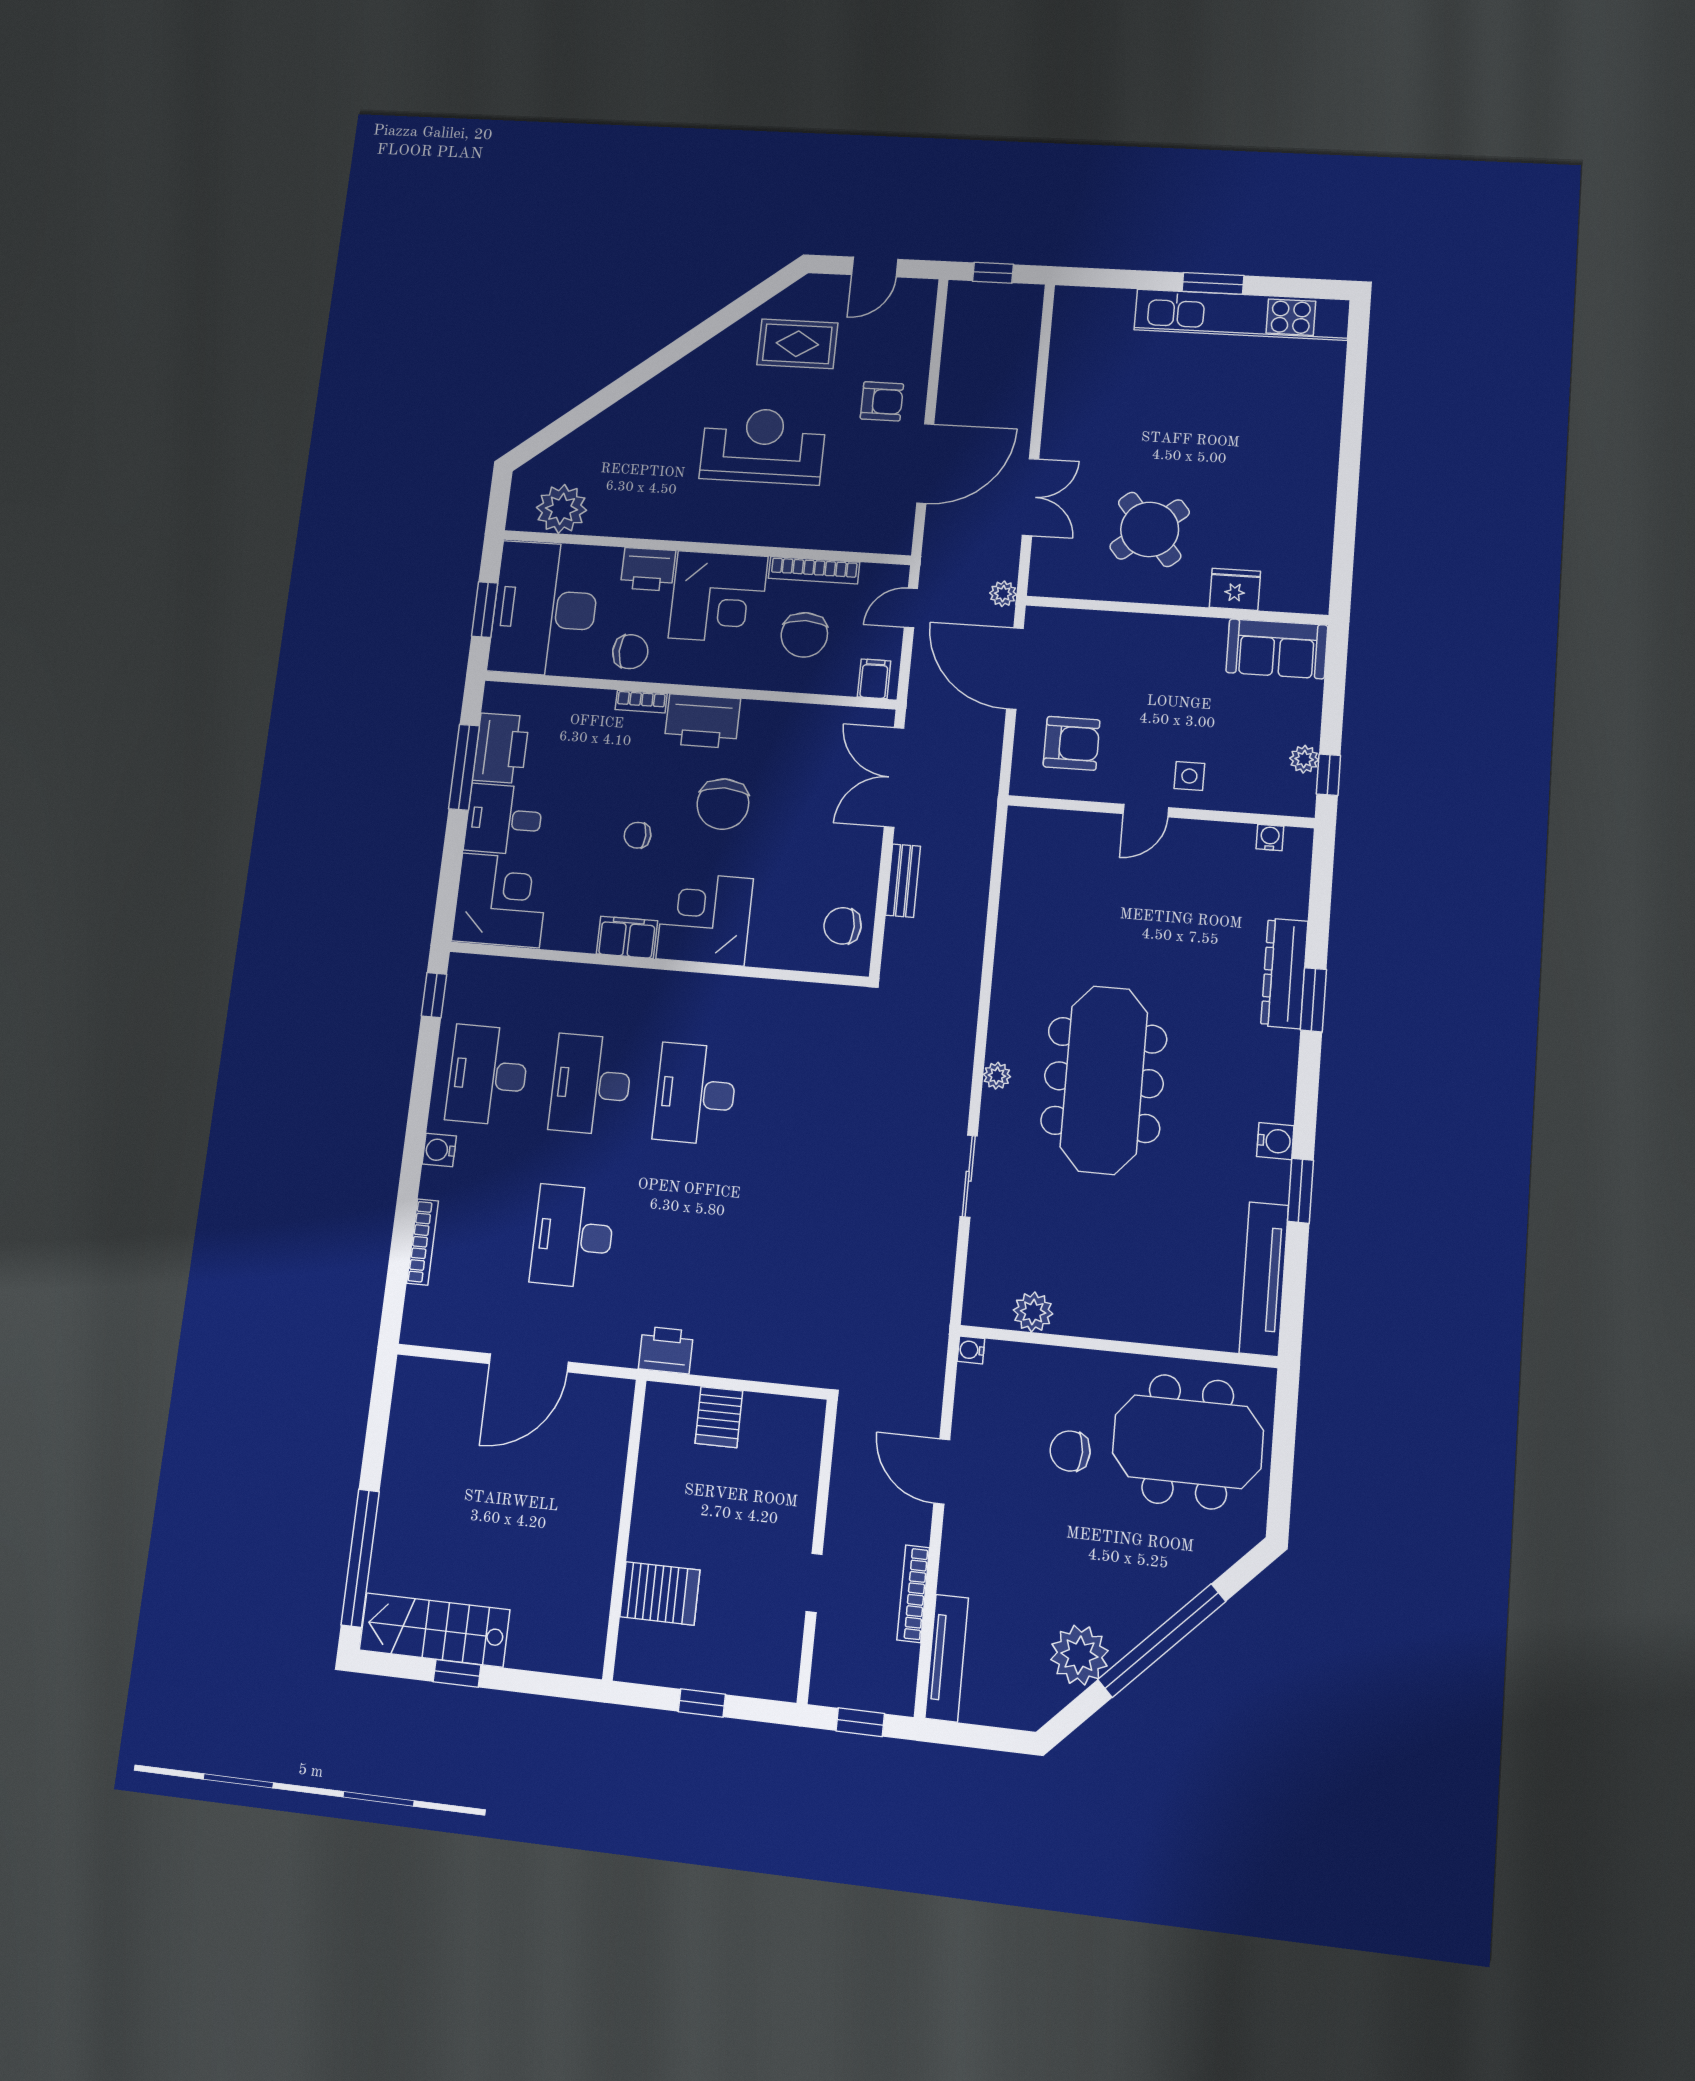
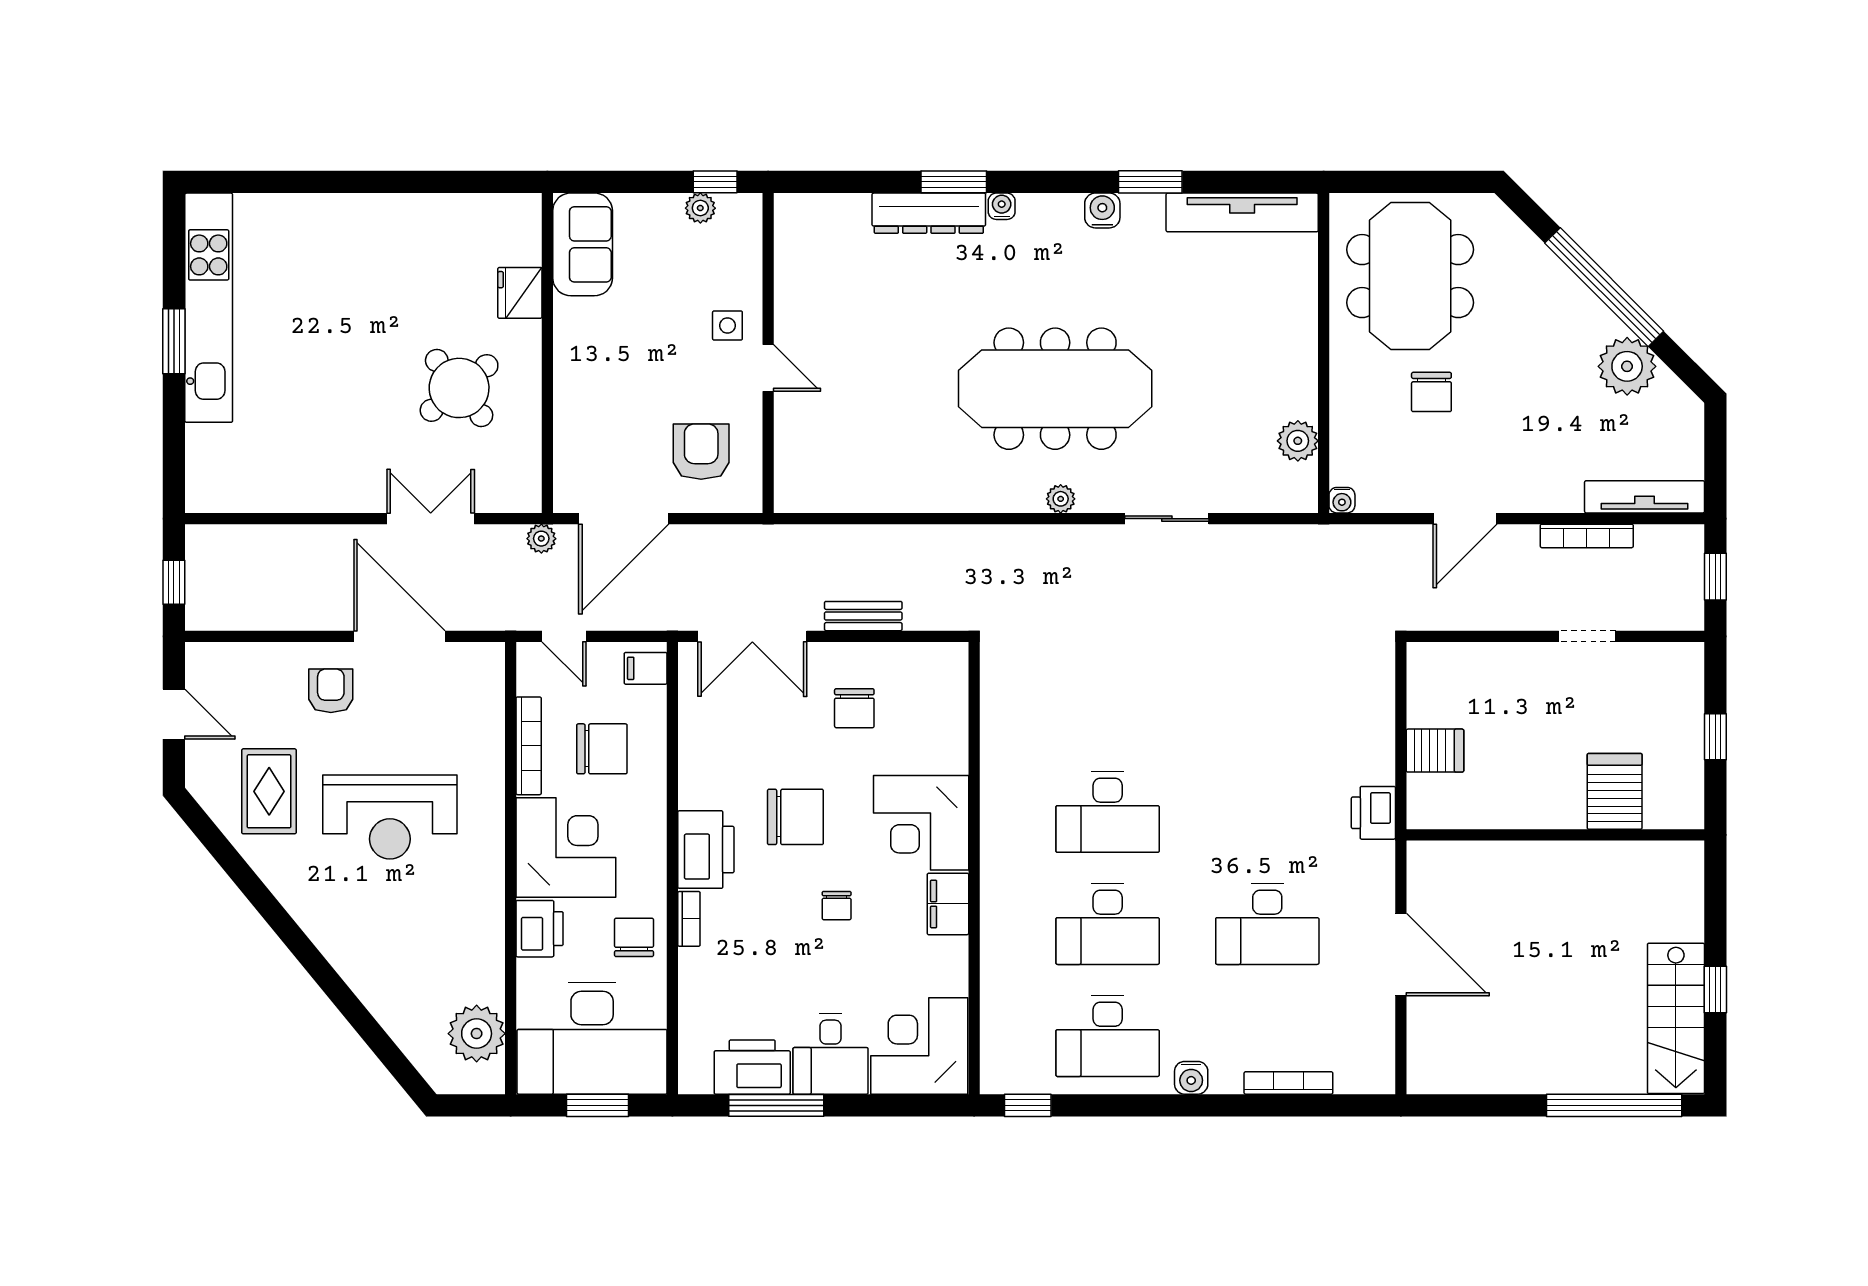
reception desk: (763, 446) -> (390, 817), turned -90
water cooler: (1270, 837) -> (1002, 206), moved, turned 90
chair: (843, 926) -> (854, 708), moved

